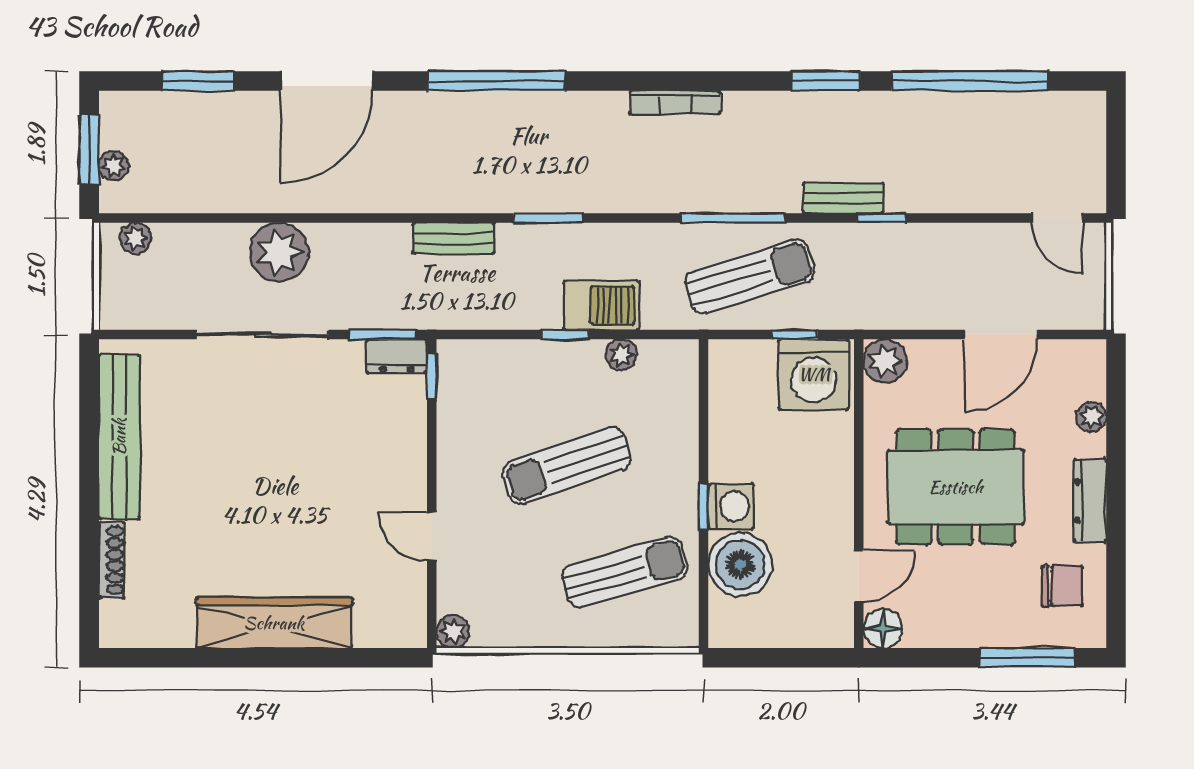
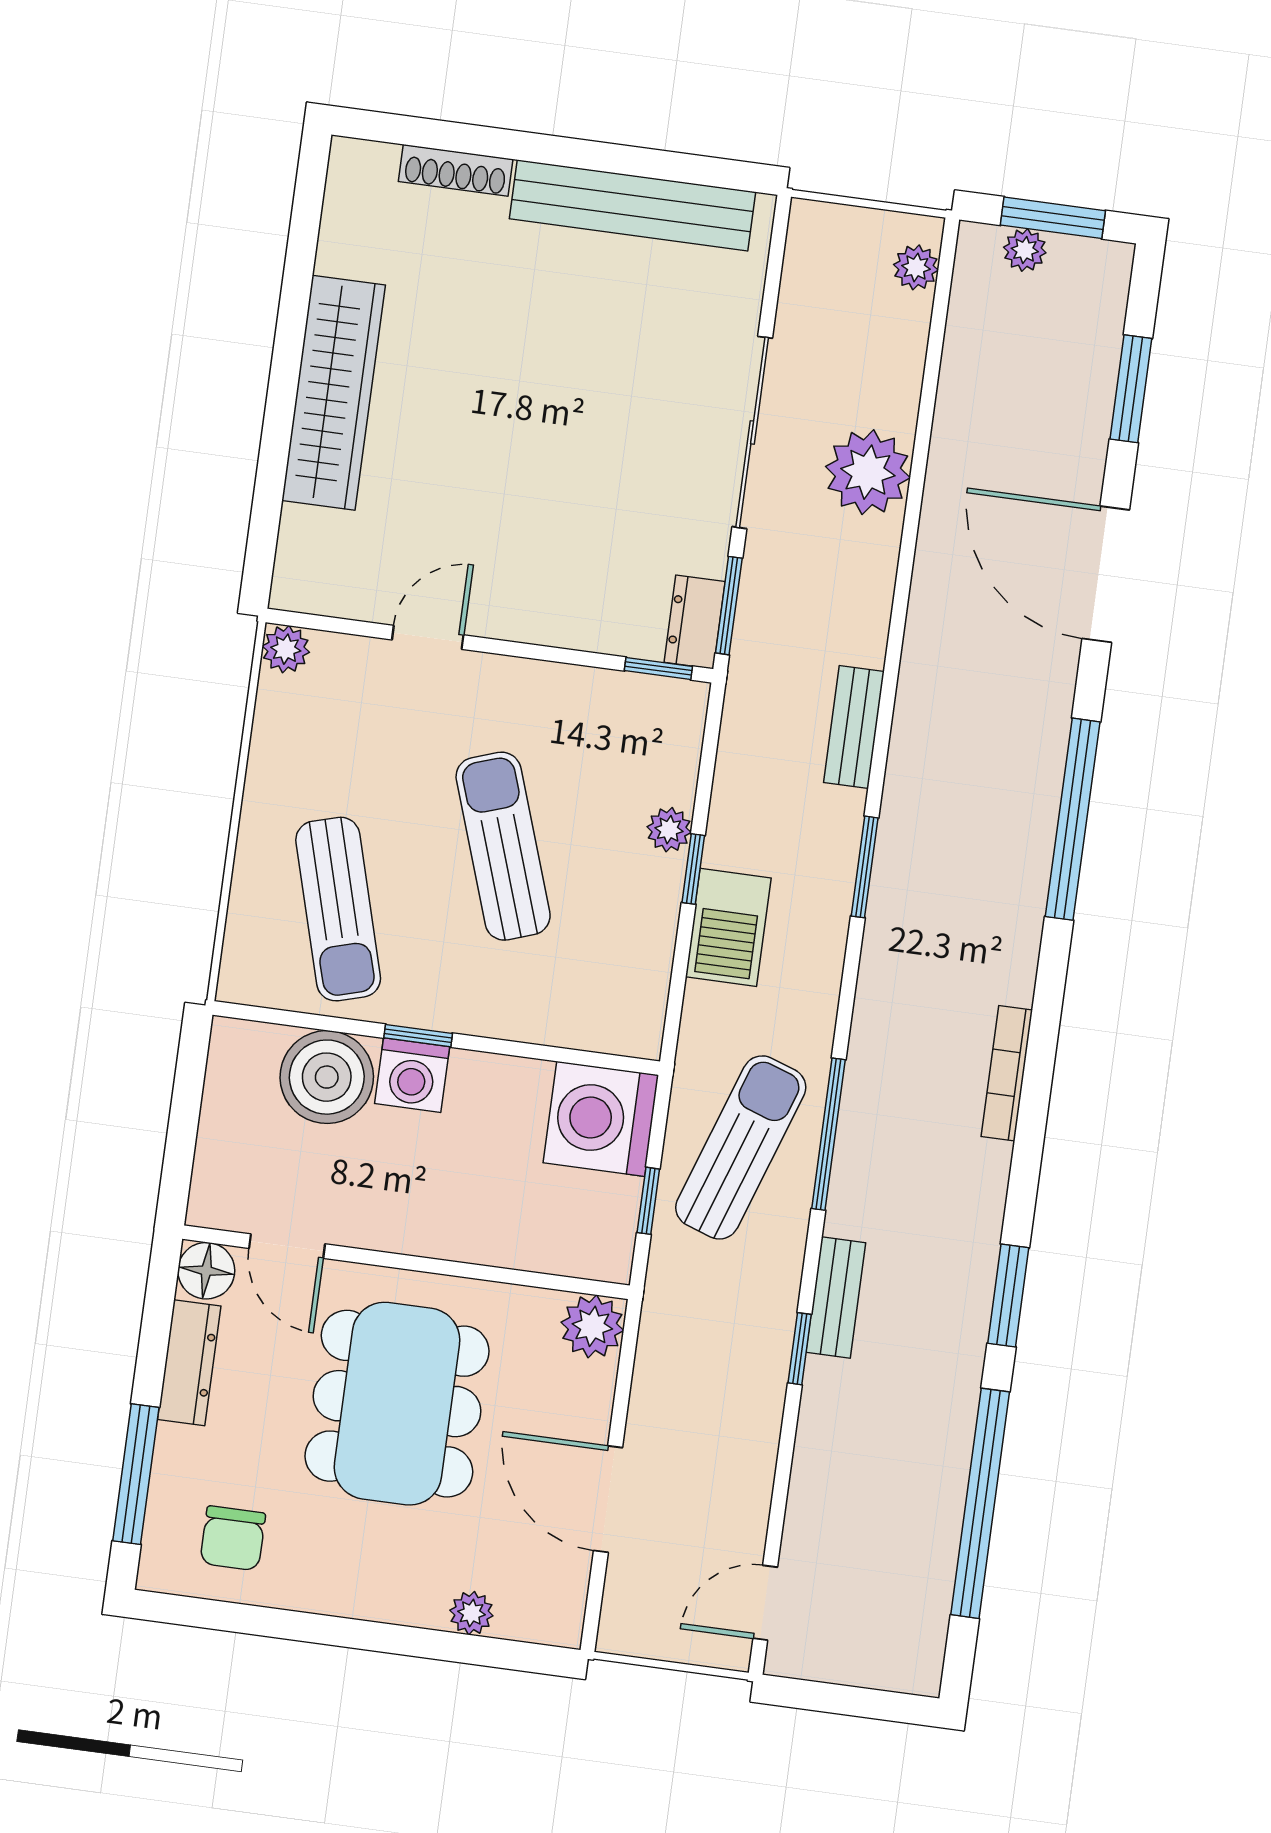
sun lounger: (750, 277) -> (741, 1147), turned -144
plant: (621, 355) -> (669, 830), moved
washing machine: (814, 374) -> (601, 1119), moved
dresser: (1090, 501) -> (189, 1363), moved, turned 90

